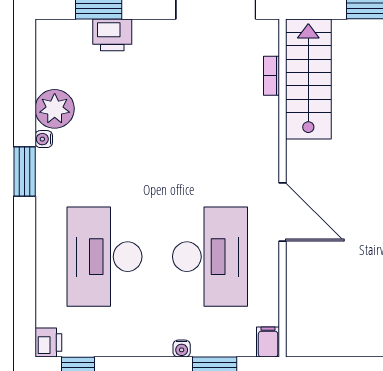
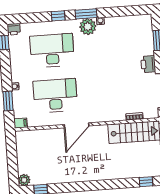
printer: (112, 35) -> (148, 64), moved
plant: (55, 109) -> (88, 27), moved
window: (25, 237) -> (58, 16), added
desk: (210, 257) -> (55, 96), turned 180

